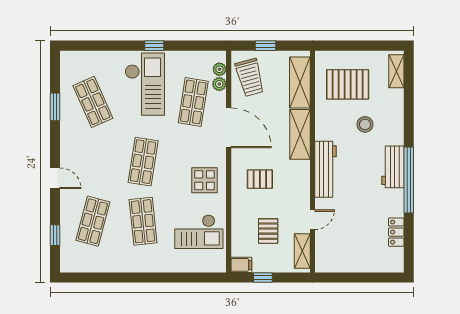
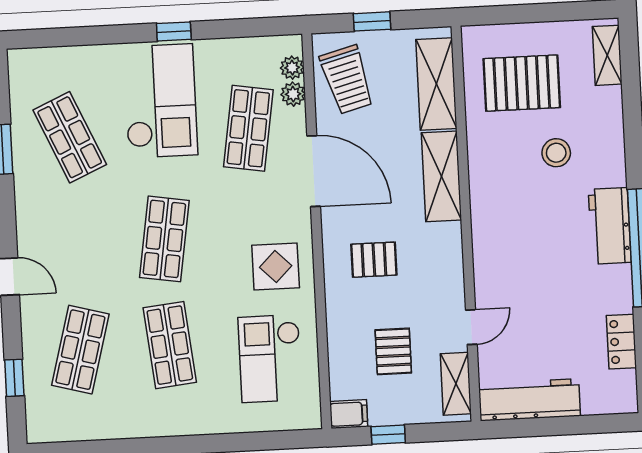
workbench: (325, 169) -> (530, 400), moved, turned -90
checkout: (199, 232) -> (270, 359), turned 90

